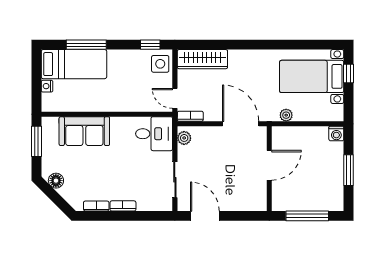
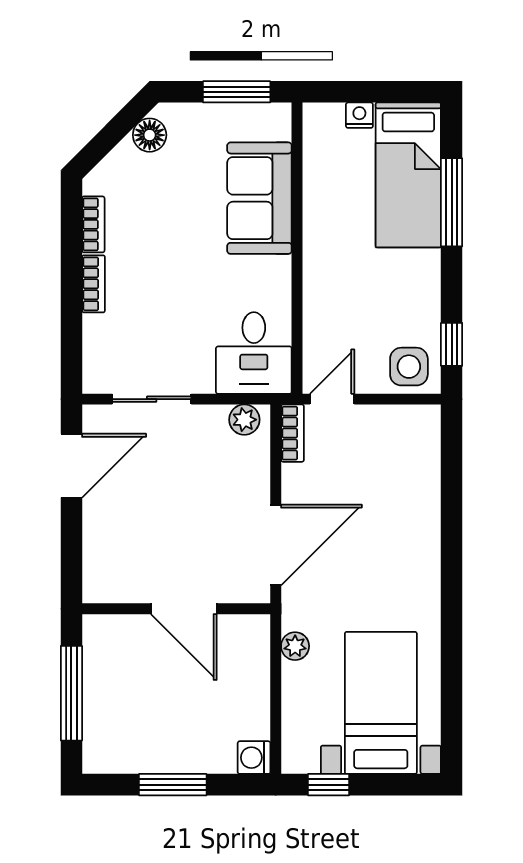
wardrobe: (202, 59) -> (419, 460), removed
window: (349, 73) -> (329, 785), moved

